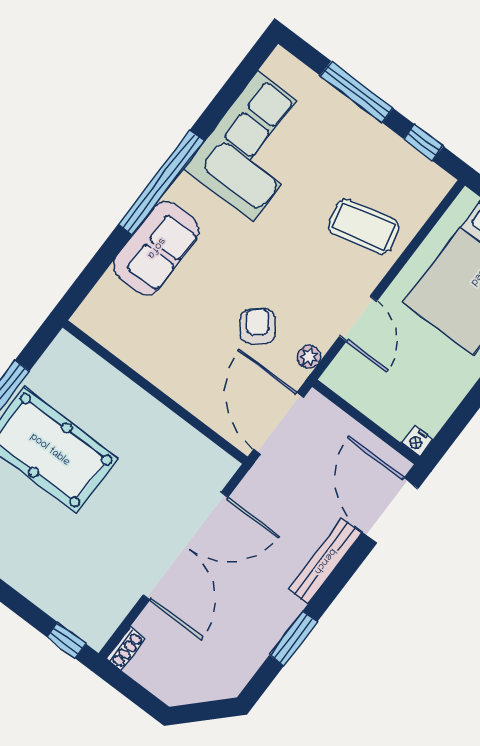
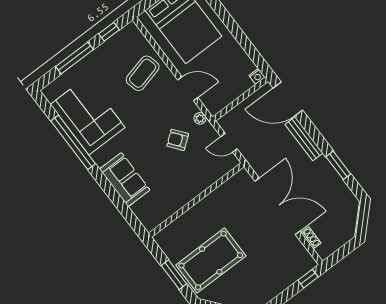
window: (161, 183) -> (73, 142), moved
door: (279, 423) -> (229, 143), width x0.53
shoe rack: (126, 649) -> (311, 238), moved

